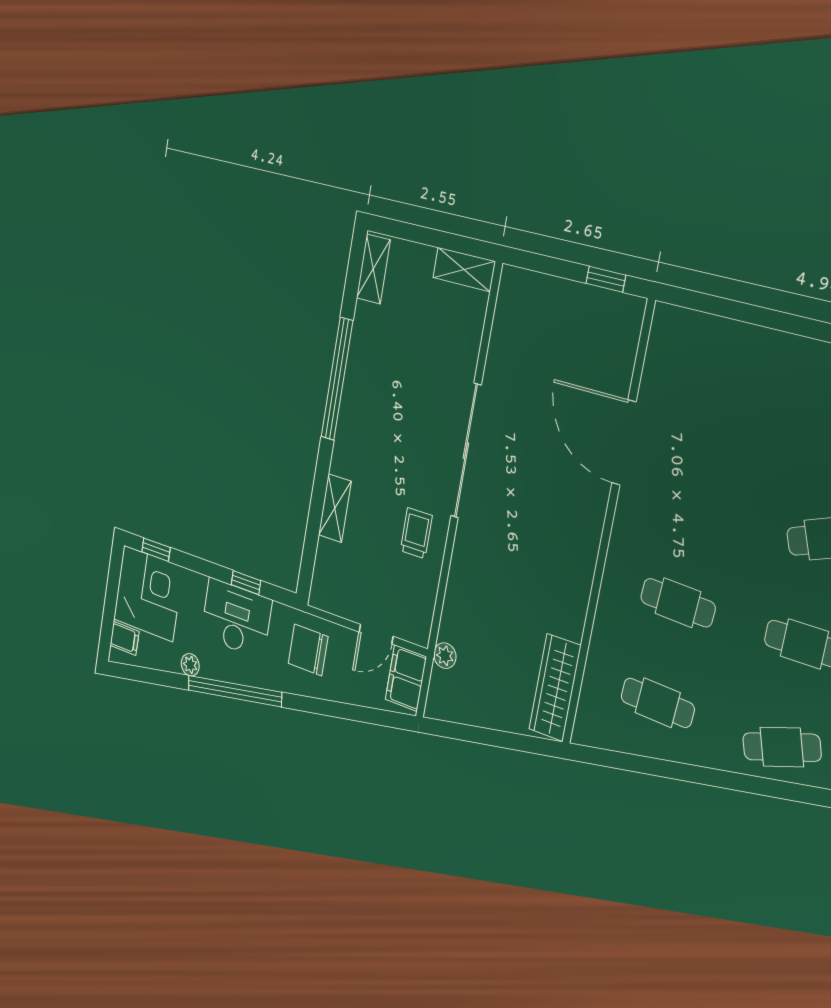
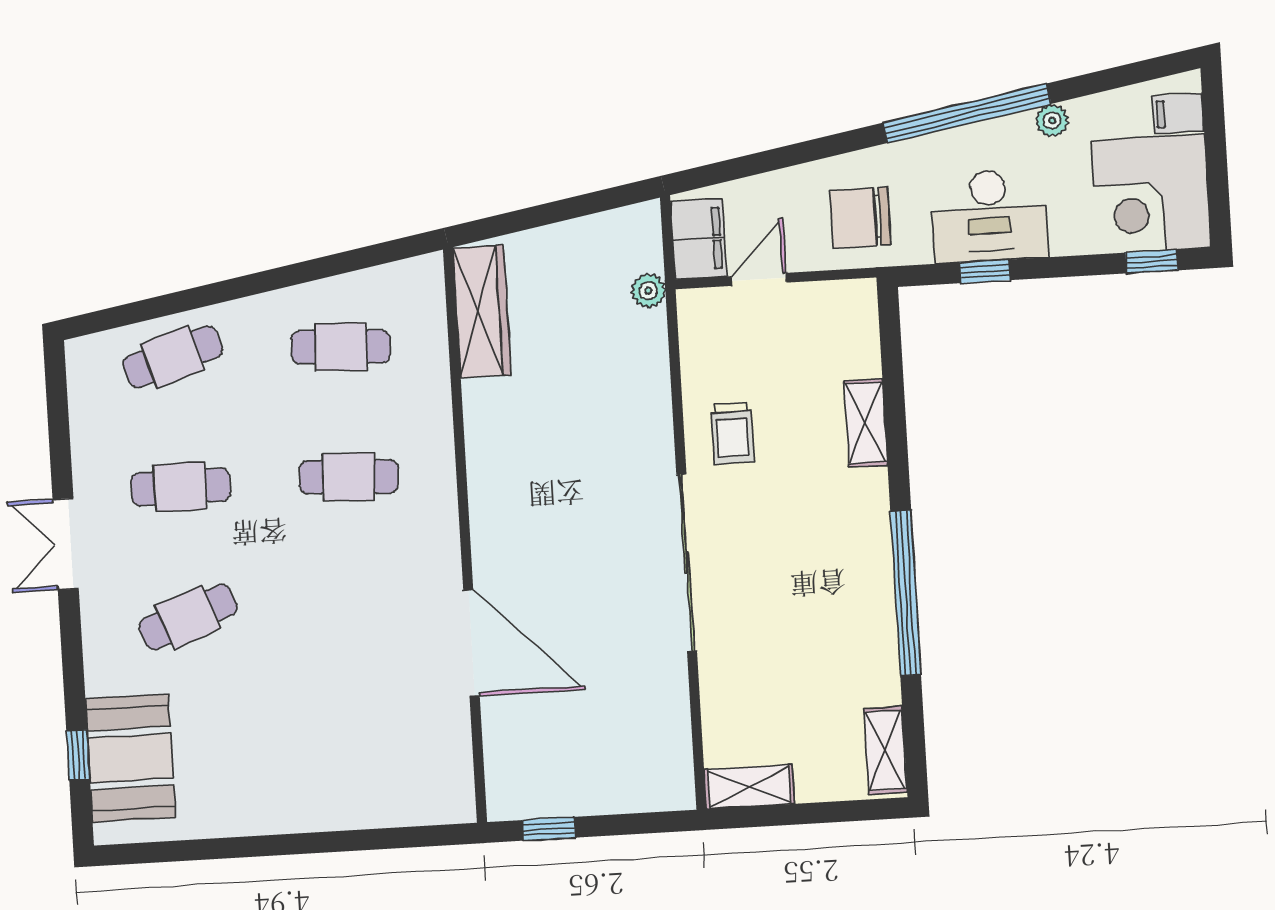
chair: (308, 650) -> (860, 217), turned 180

